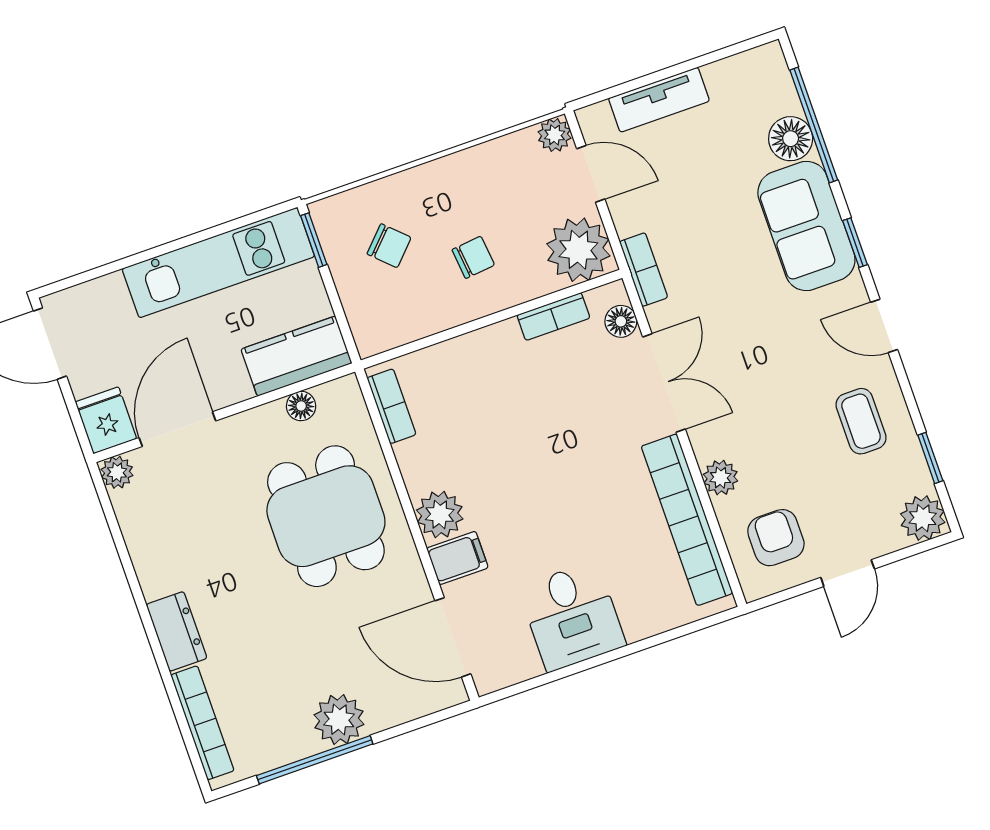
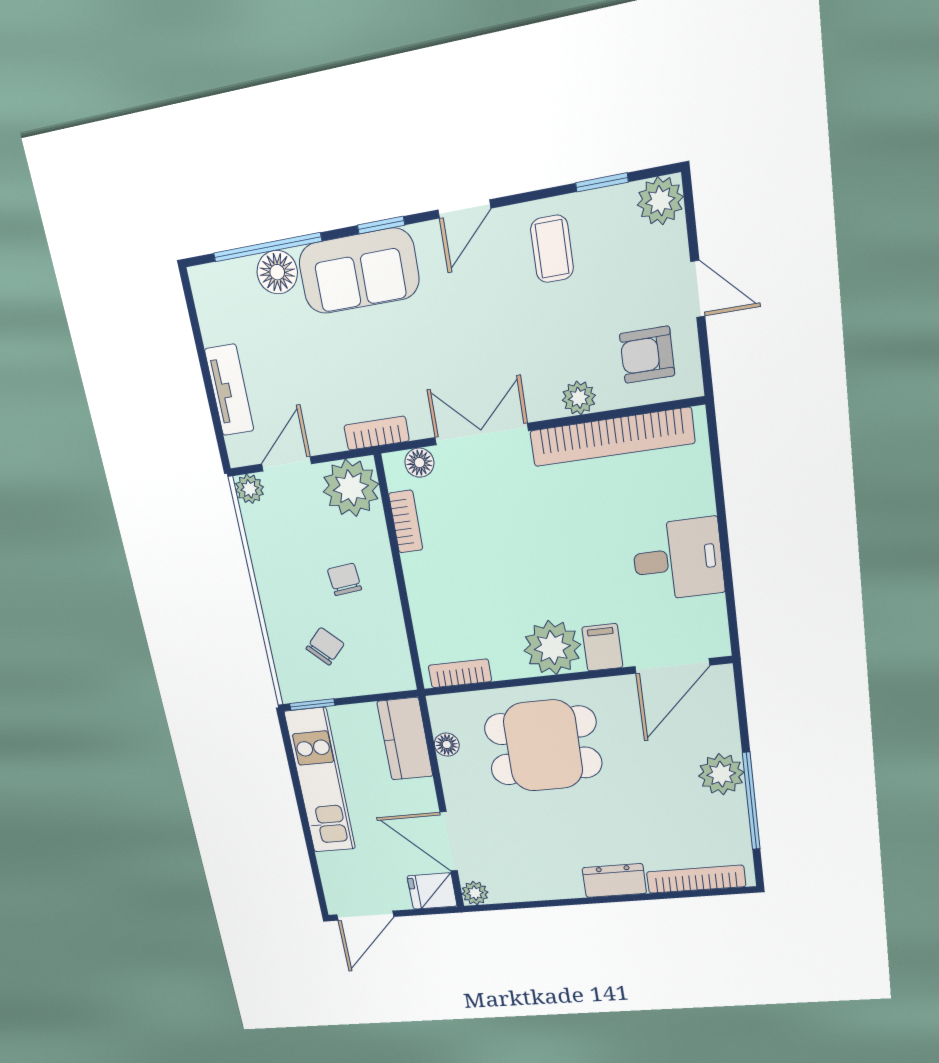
coffee table: (861, 421) -> (552, 249), turned 90
plant: (440, 515) -> (552, 648), width x1.36, depth x1.36

